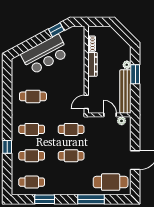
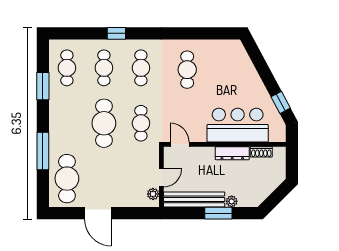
bar counter: (45, 55) -> (238, 125), moved, turned 118
cafe table: (71, 156) -> (104, 123), width x1.37, depth x1.35

